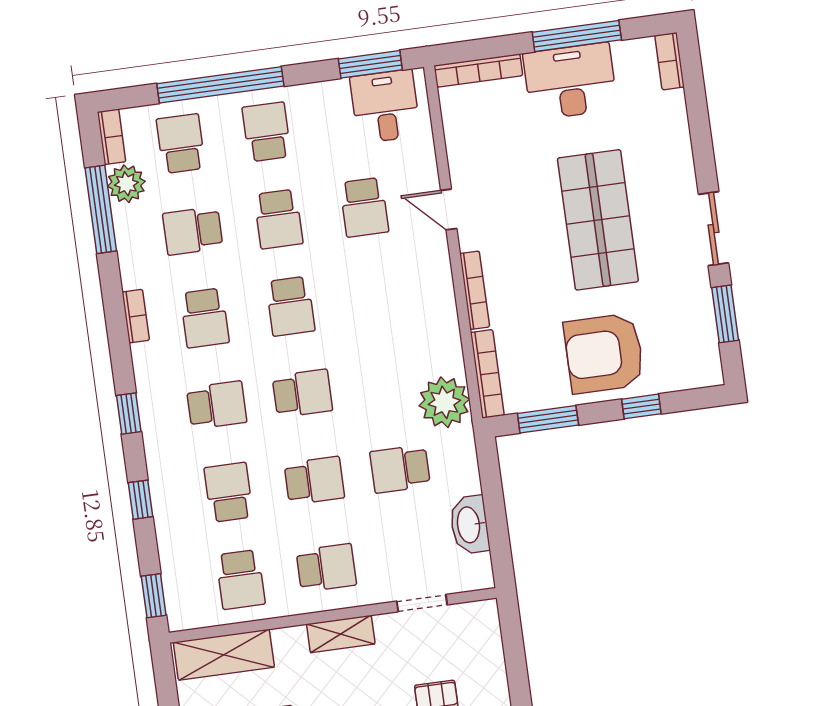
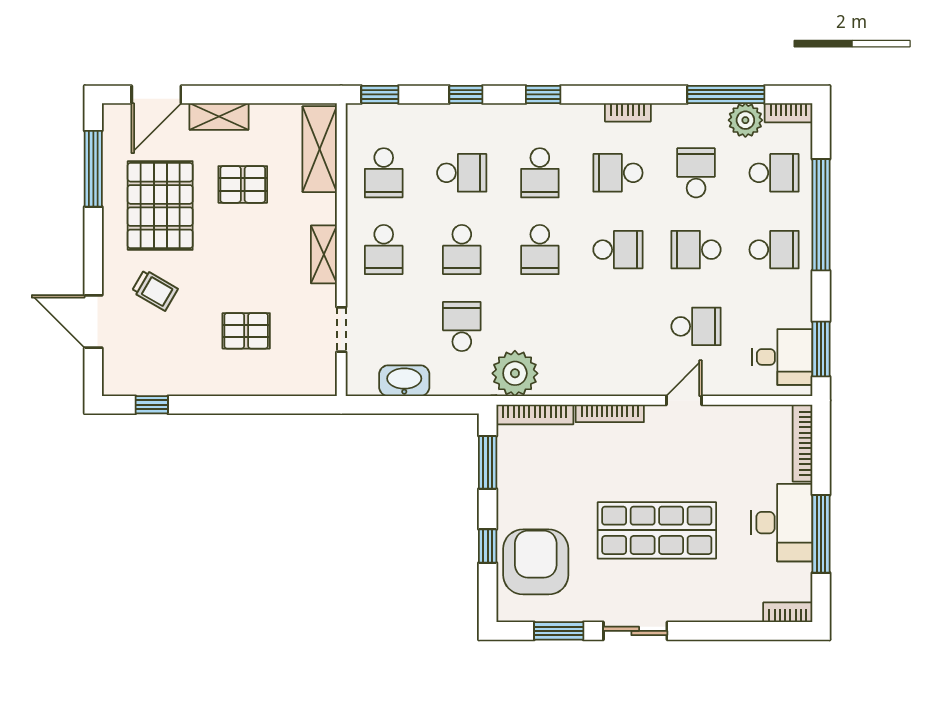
school desk: (364, 207) -> (696, 326), turned 180
school desk: (290, 306) -> (618, 250), turned 180
armchair: (604, 353) -> (536, 562), moved
school desk: (241, 580) -> (384, 173), turned -90

